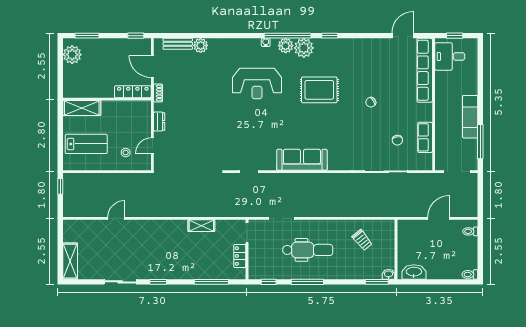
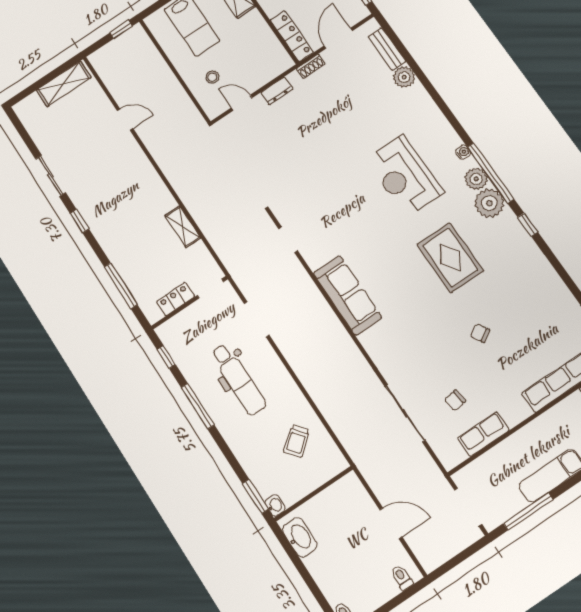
shelving: (70, 261) -> (64, 84), moved

